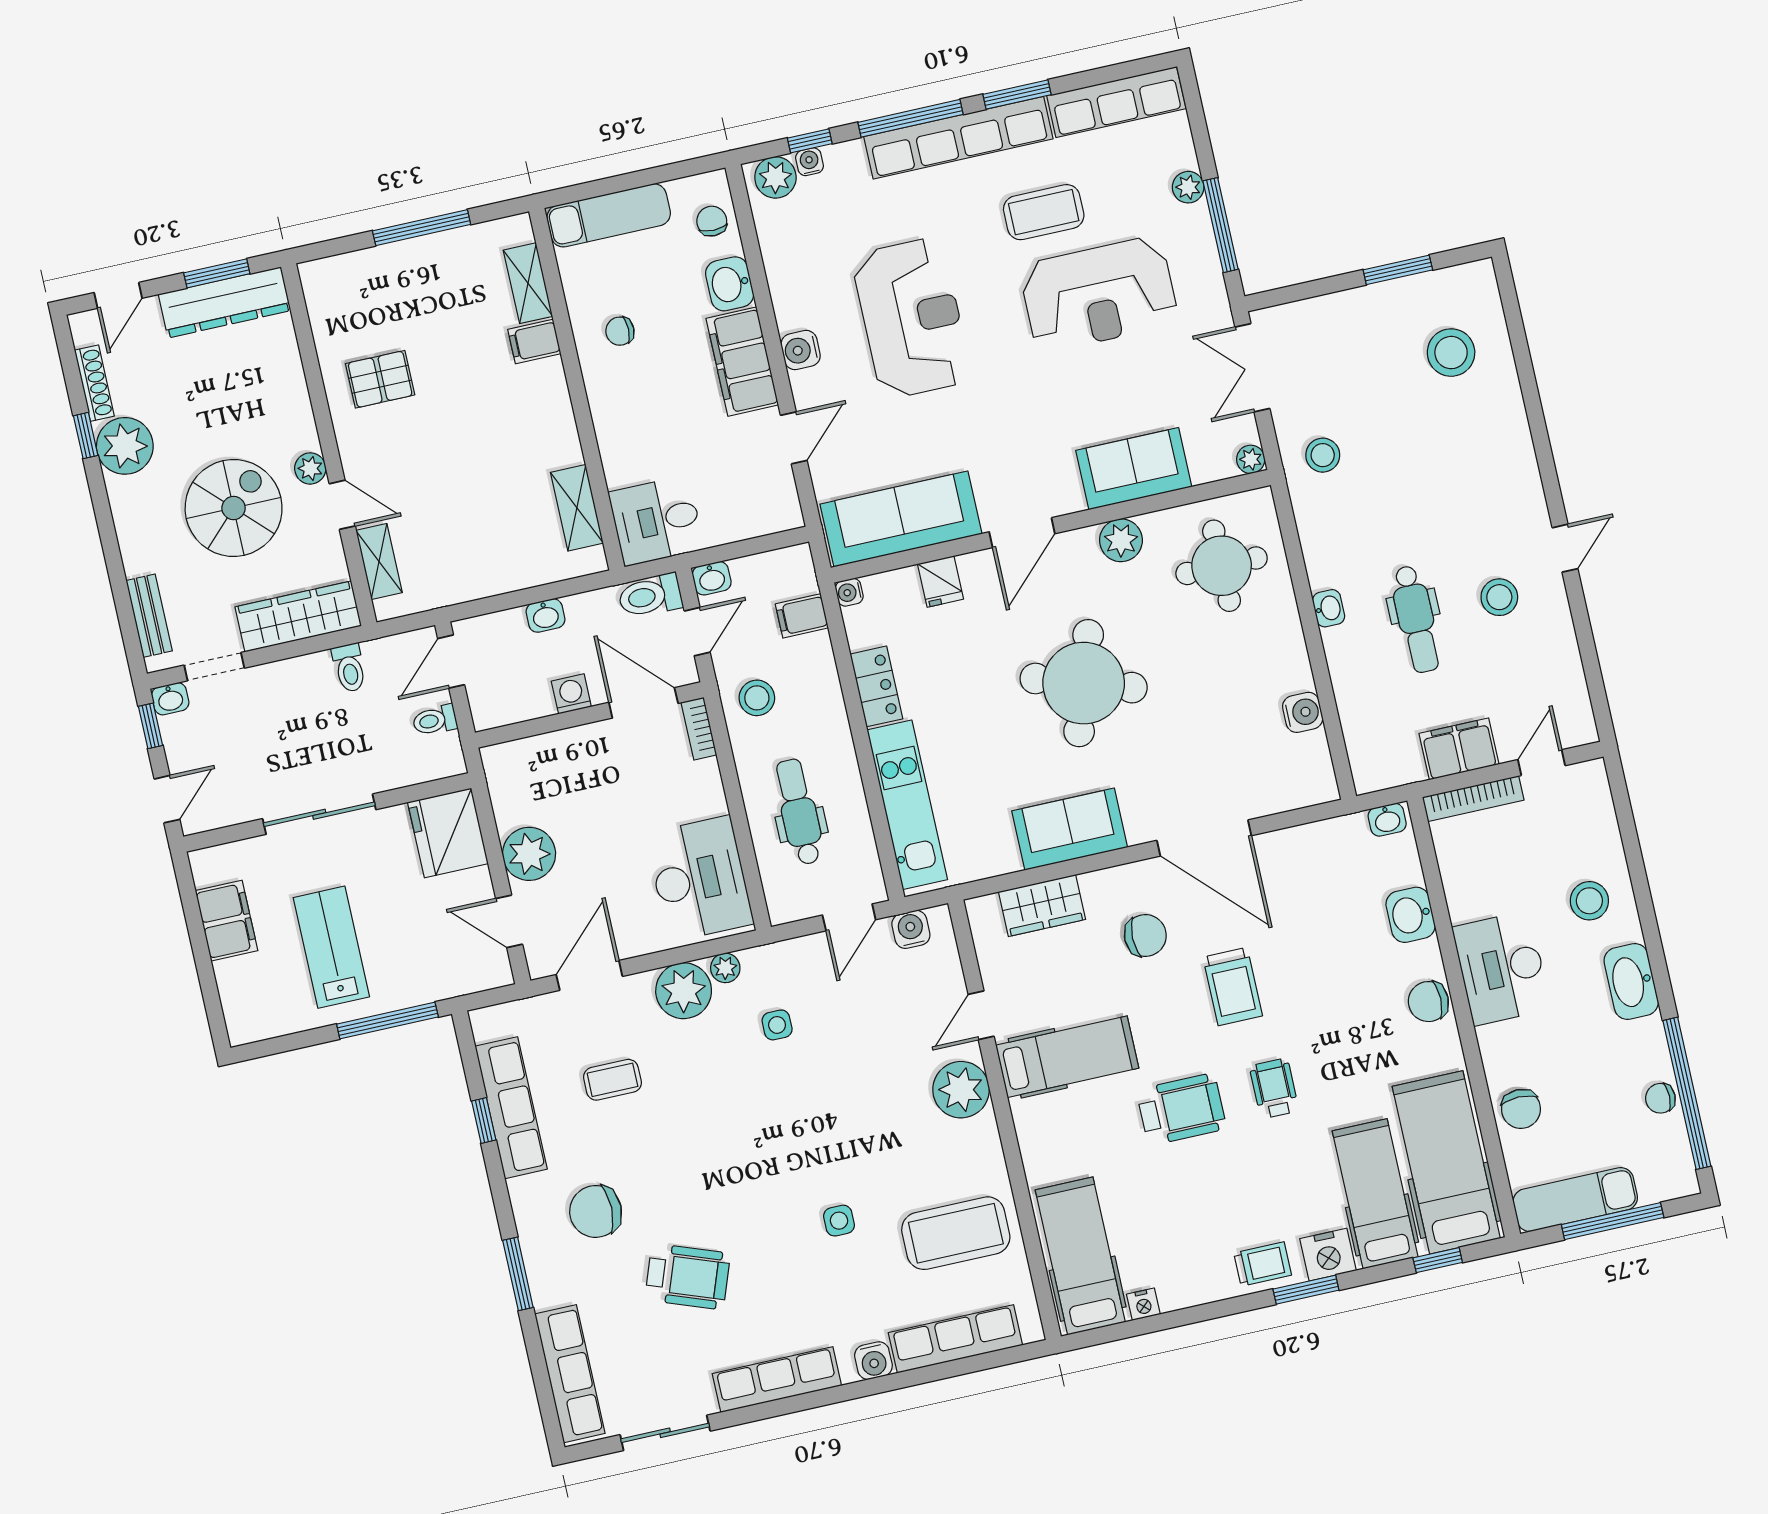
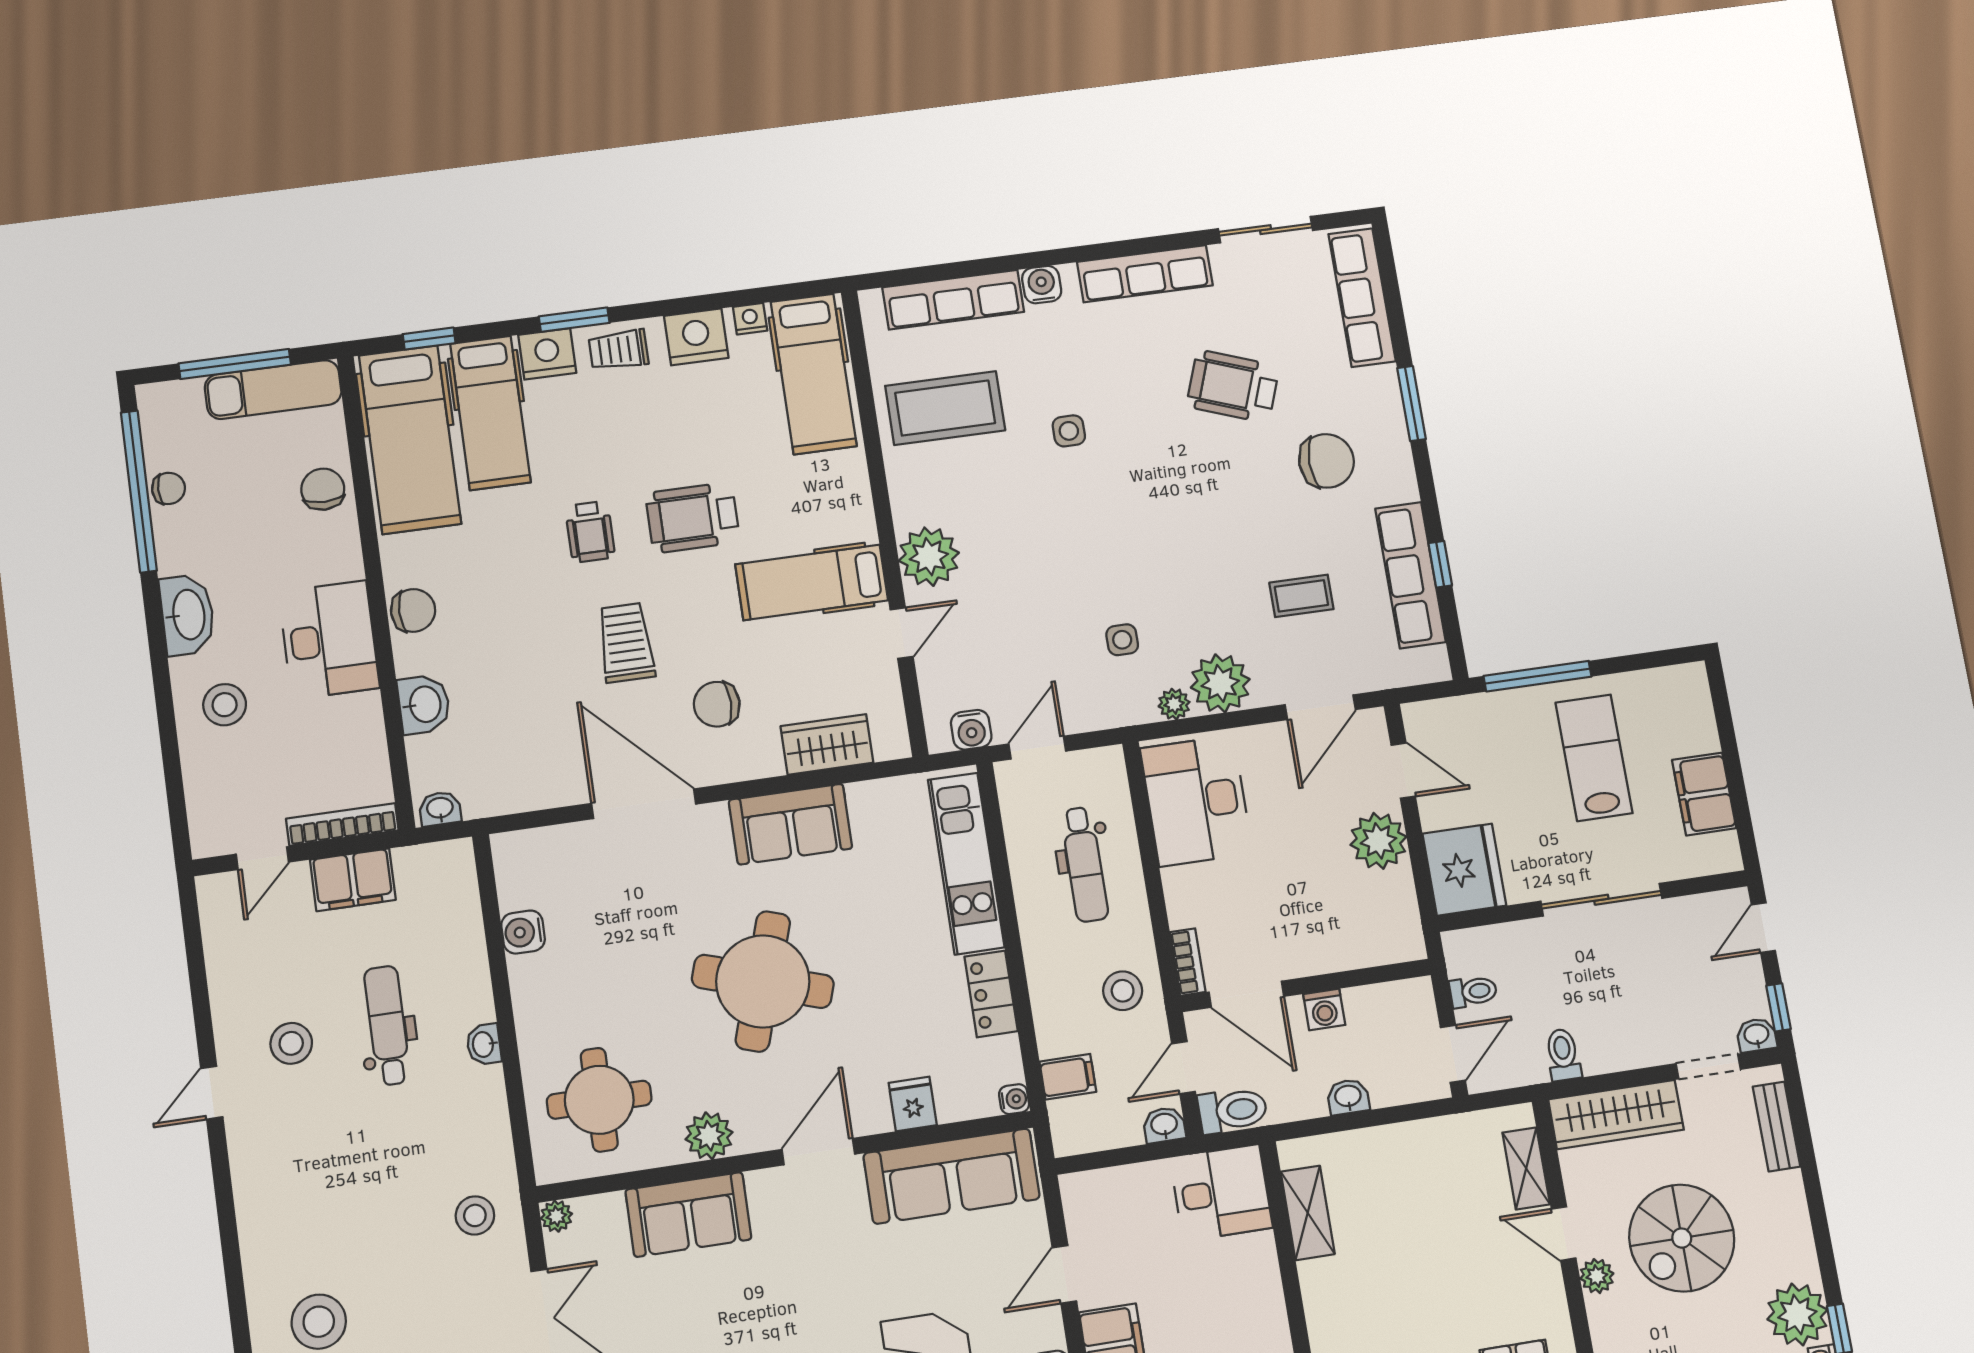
lab bench: (331, 947) -> (1594, 758), turned 180
nightstand: (1192, 1283) -> (696, 337), added

